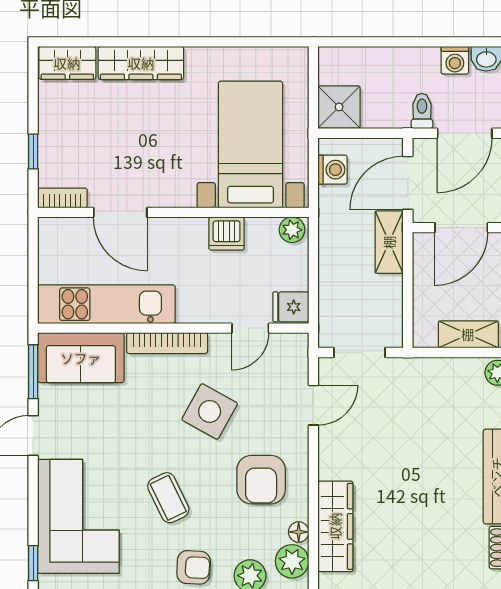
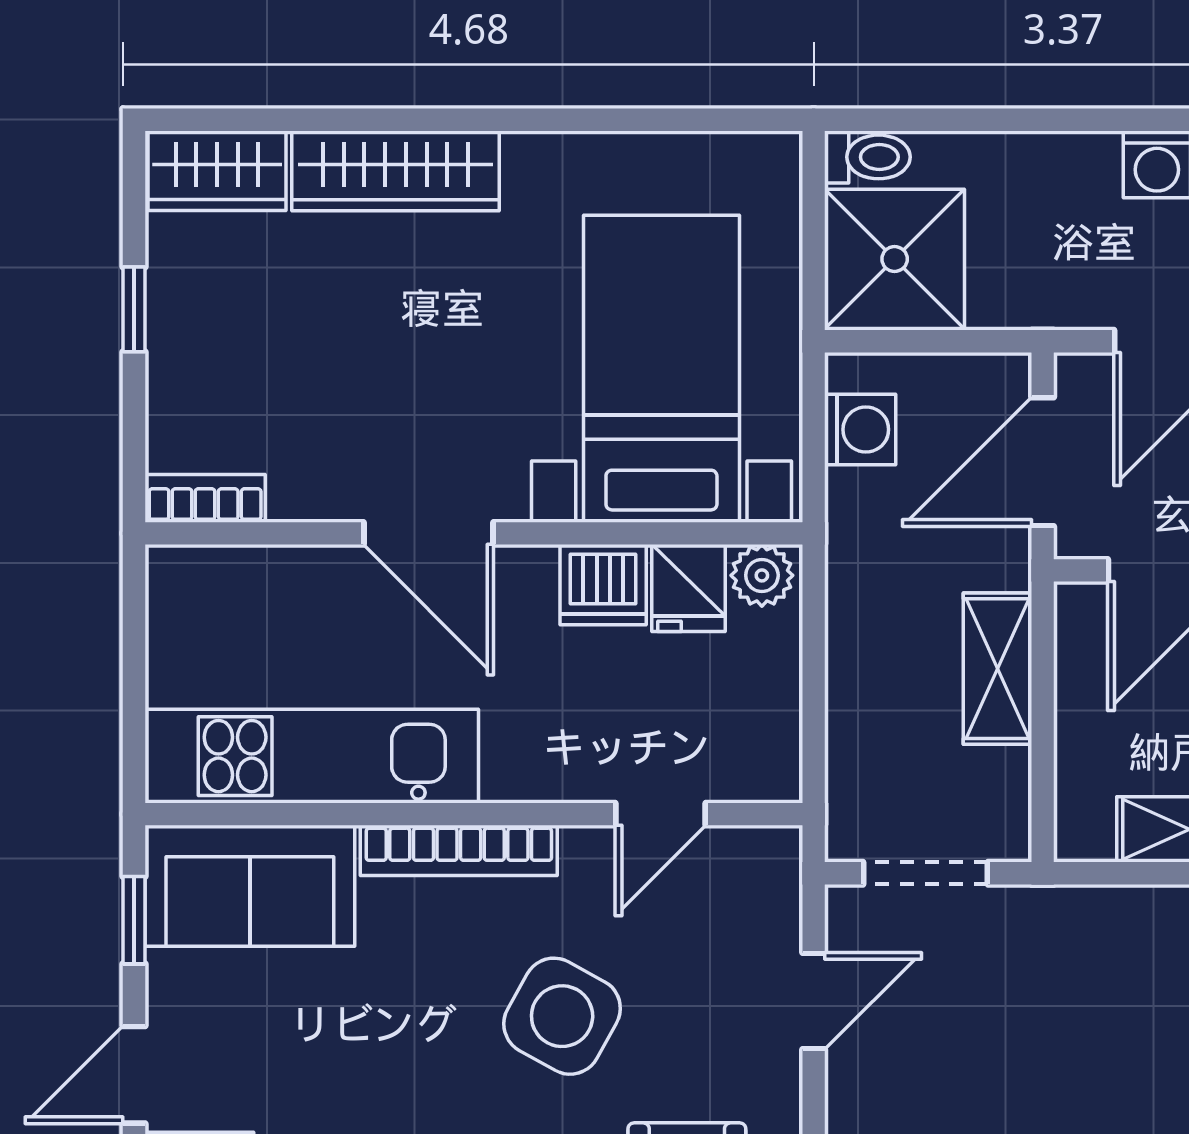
shower: (339, 107) -> (895, 259), width x1.36, depth x1.36
toilet: (422, 111) -> (867, 157), moved, turned 90
window: (33, 152) -> (134, 309), moved
door: (120, 212) -> (428, 533), moved
shelving: (389, 242) -> (997, 669), moved
fridge: (291, 307) -> (688, 588), moved, turned -90
window: (33, 372) -> (134, 920), width x0.67

